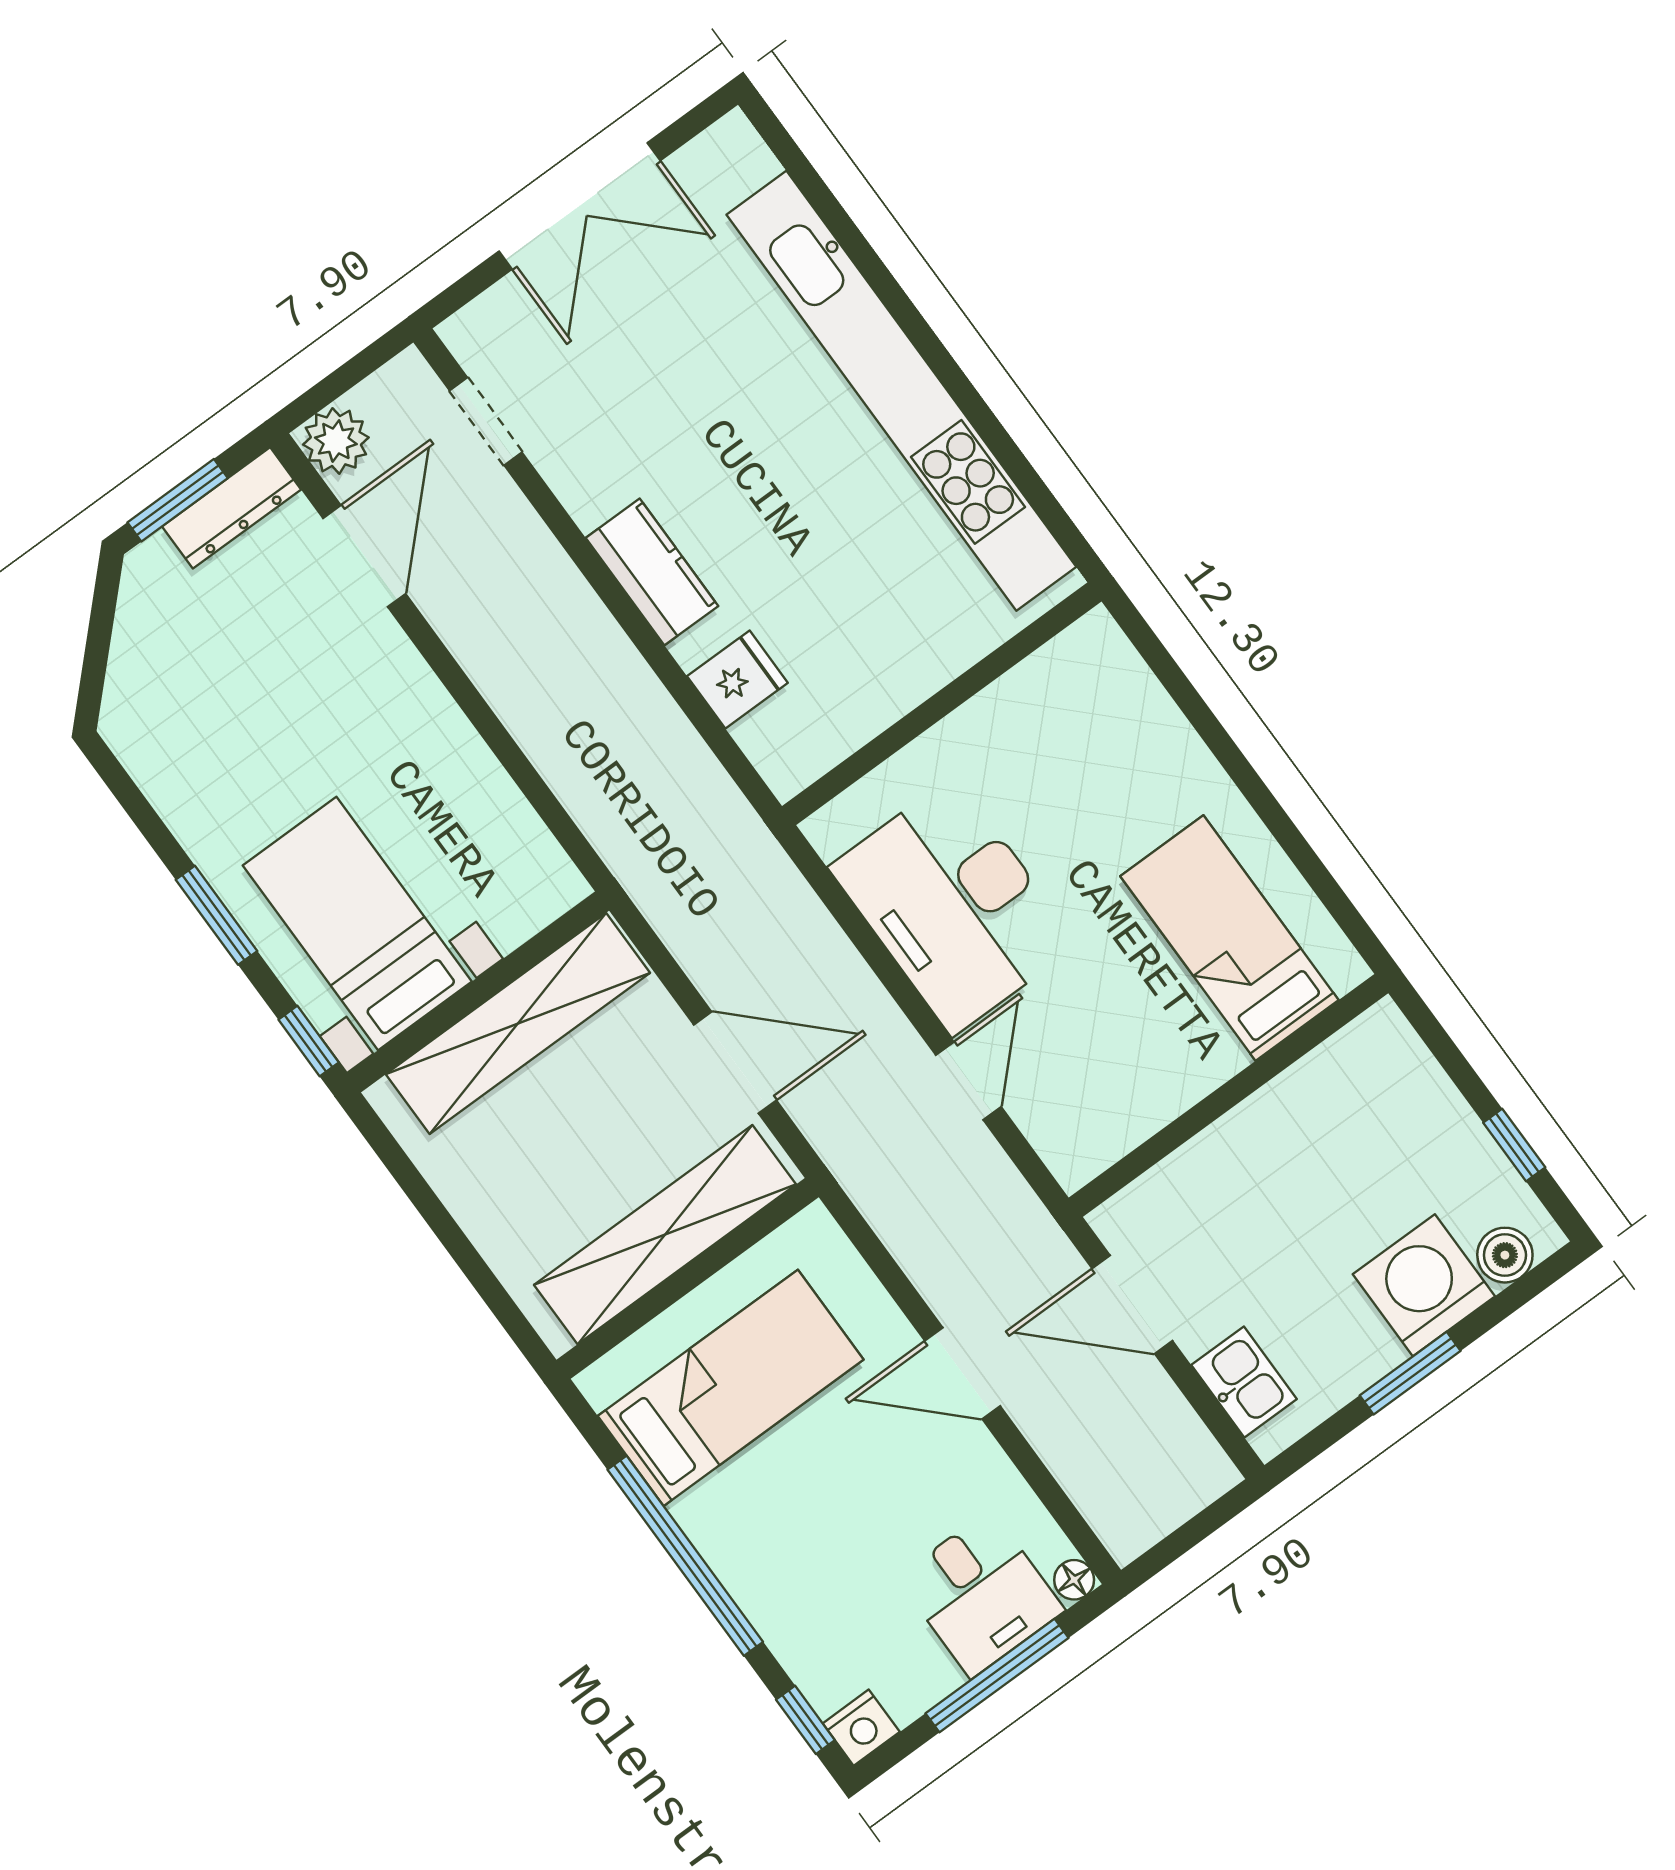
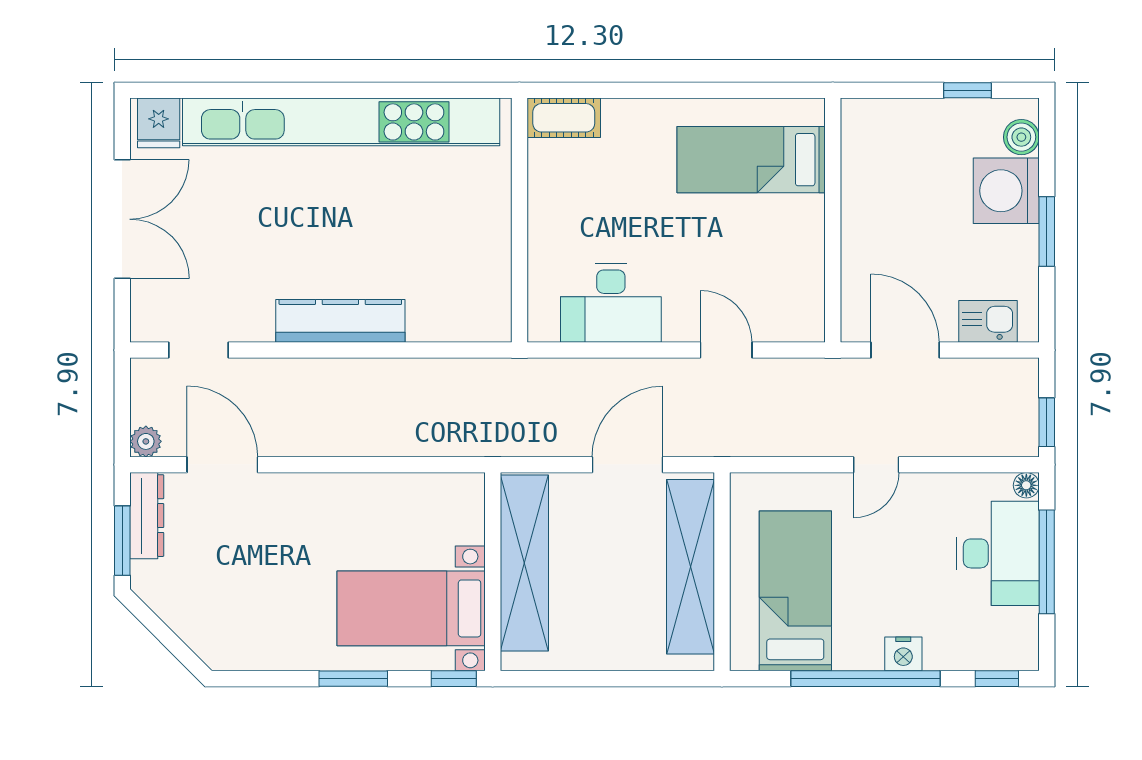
plant: (336, 441) -> (146, 441), width x0.73, depth x0.73
kitchen counter: (652, 572) -> (340, 321), width x1.50
cot: (1110, 665) -> (564, 118), added
fridge: (737, 679) -> (159, 123), moved, turned 180
desk: (953, 906) -> (611, 303), width x0.73, depth x0.77
door: (1132, 1305) -> (905, 350), swing flipped
door: (962, 1373) -> (876, 465), width x0.73
window: (1172, 1548) -> (1047, 422), added
desk: (981, 1594) -> (998, 553), width x1.37
nightstand: (861, 1728) -> (903, 654), moved, turned 90

